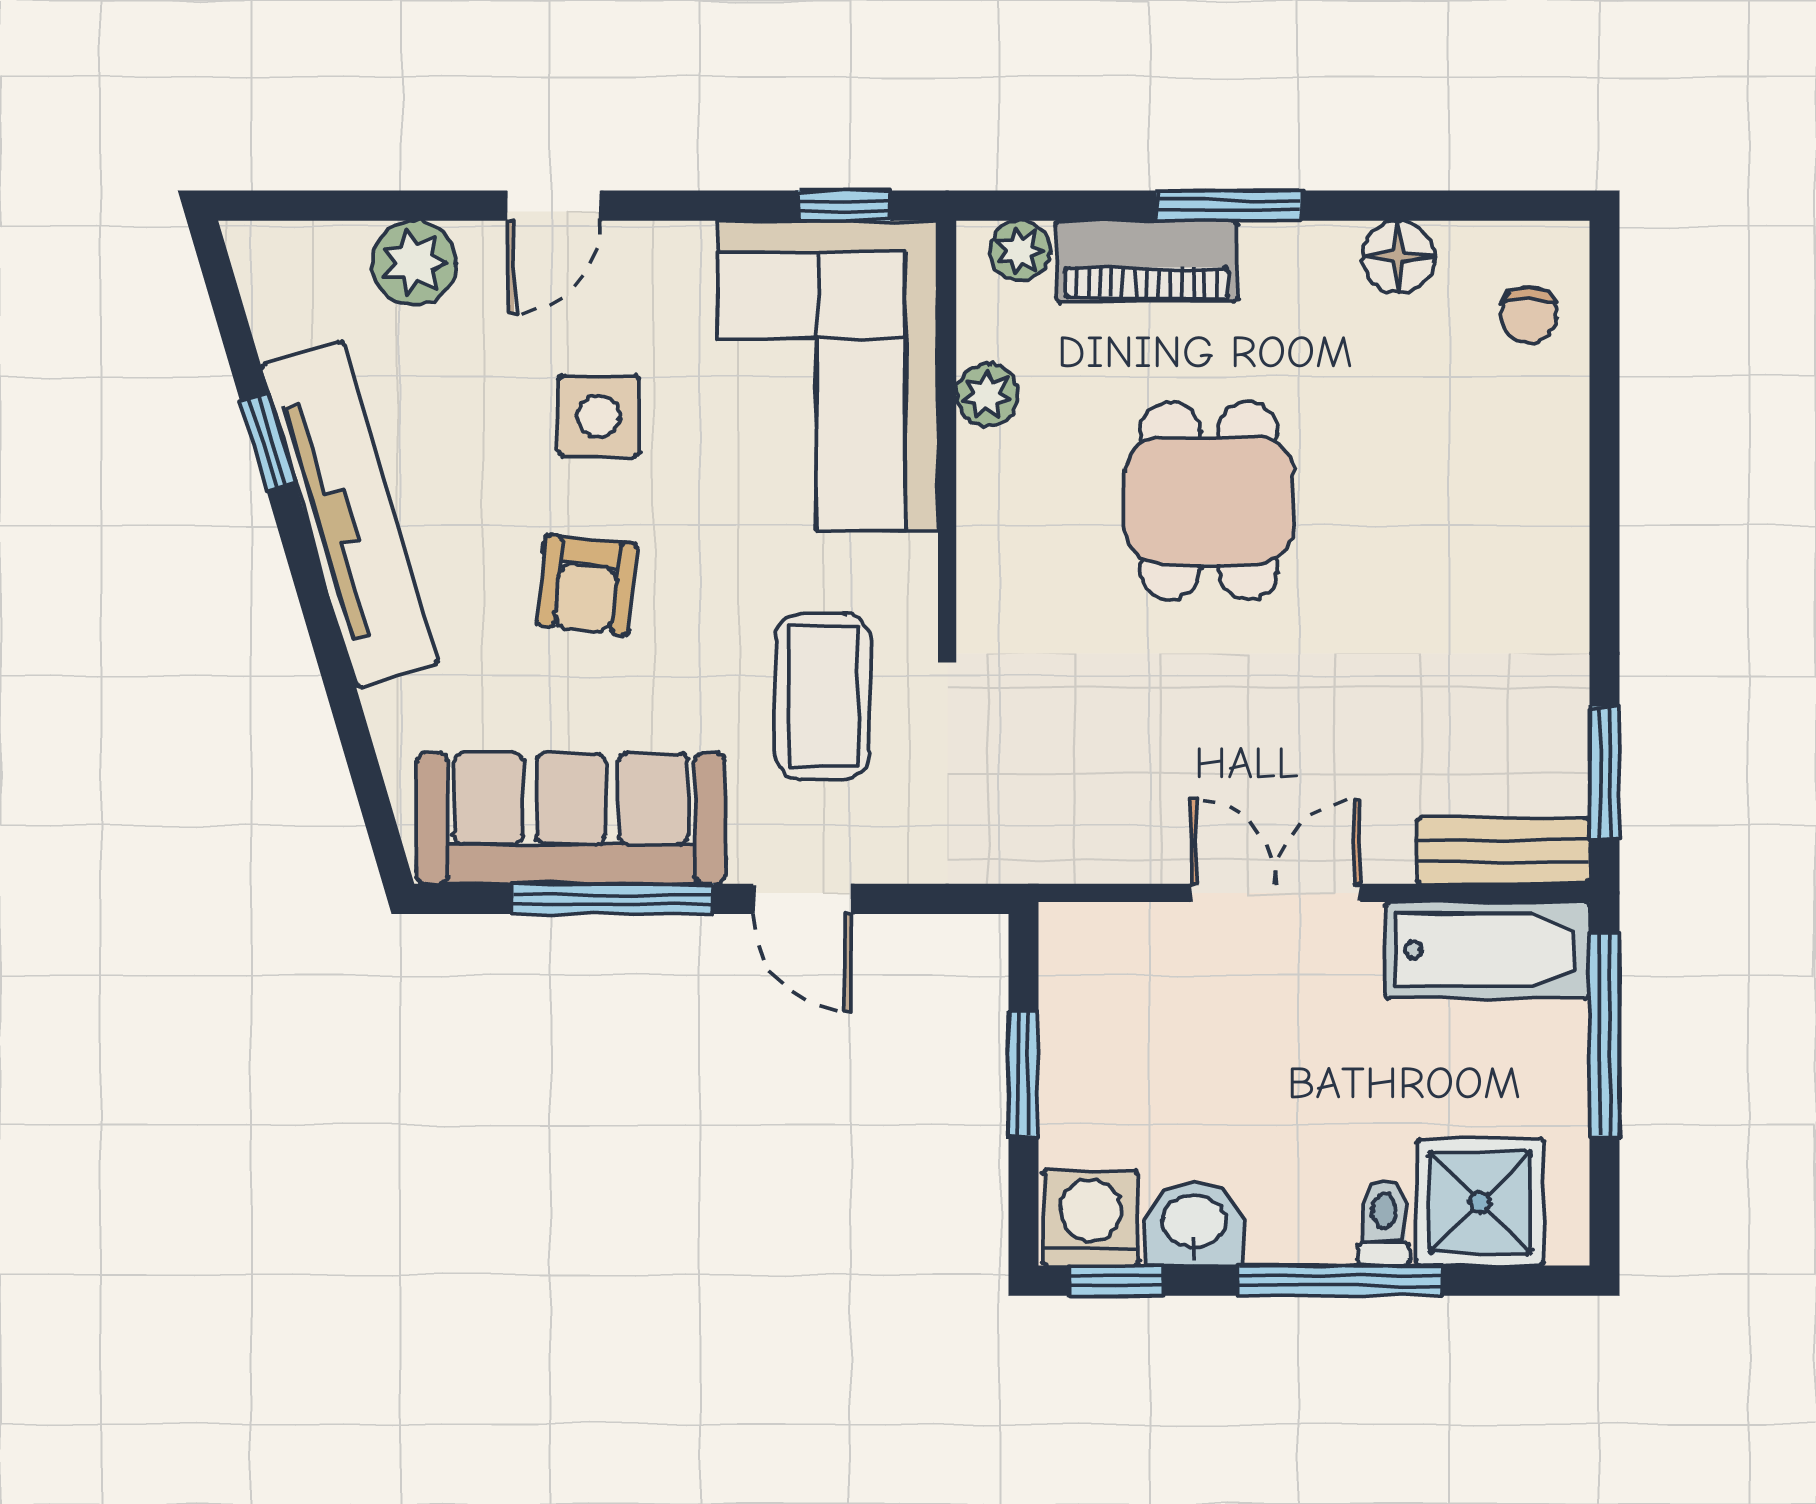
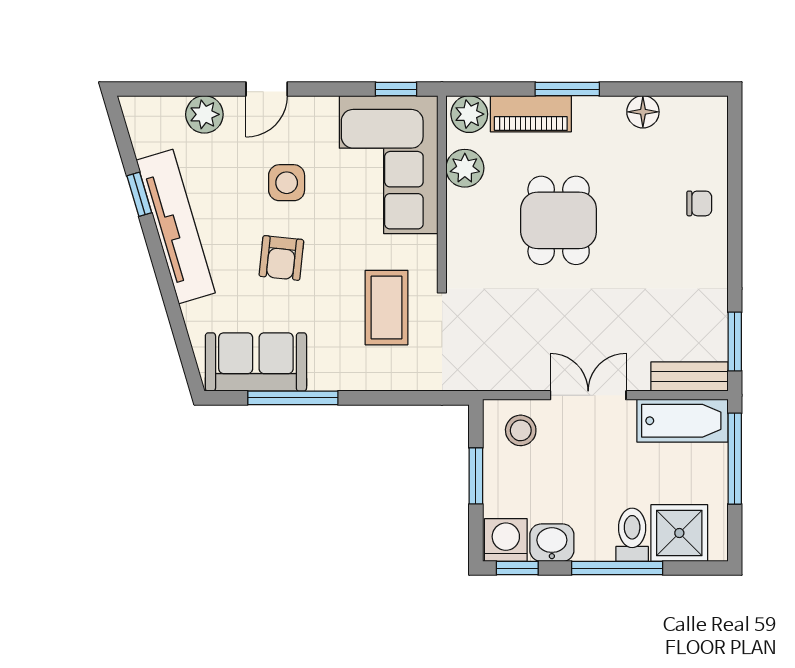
plant: (1020, 251) -> (469, 114), width x1.38, depth x1.38
chair: (1529, 315) -> (699, 203), moved, turned -90
plant: (987, 395) -> (465, 168), width x1.38, depth x1.38
sofa: (571, 818) -> (256, 362), width x0.73
door: (802, 899) -> (377, 398), removed
stool: (1124, 972) -> (521, 430), added
toilet: (1384, 1223) -> (632, 535), width x1.37, depth x1.39

